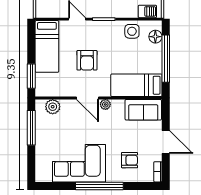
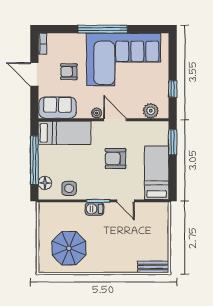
barbecue: (147, 11) -> (95, 209), moved
armchair: (87, 60) -> (115, 159), turned -90
window: (31, 128) -> (173, 89), width x0.46
armchair: (130, 160) -> (69, 72), moved
corner sofa: (79, 163) -> (124, 59), width x1.36, depth x1.36

